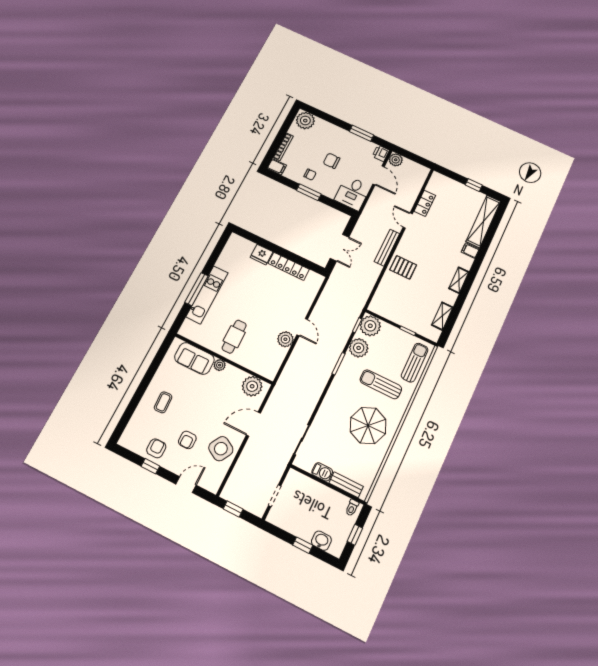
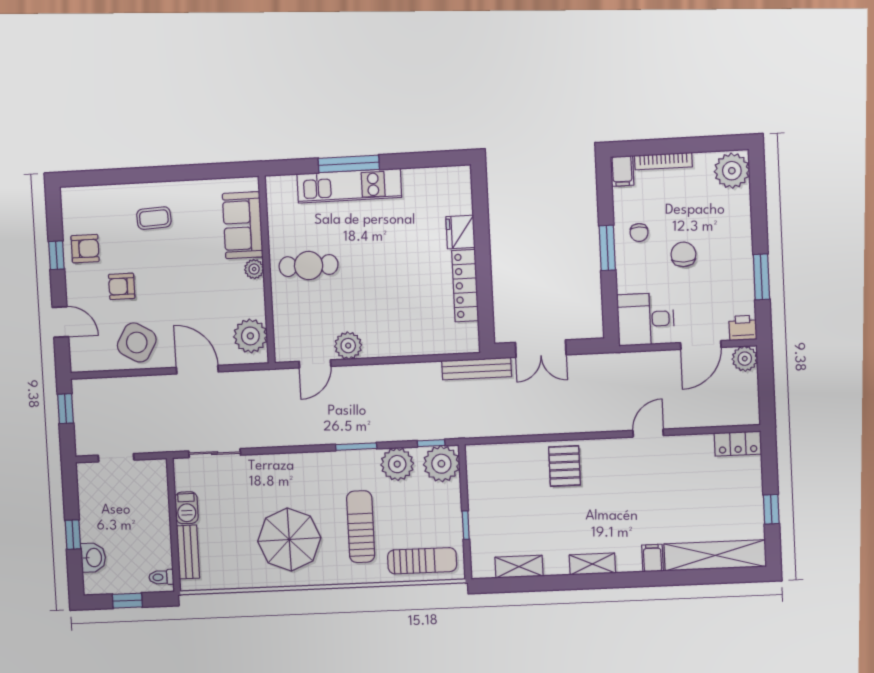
locker: (425, 203) -> (738, 443), moved
bench: (387, 248) -> (477, 369), moved
door: (302, 327) -> (315, 364), moved

